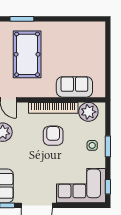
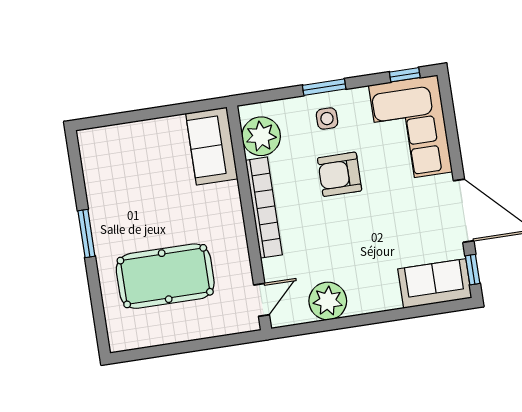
window: (22, 19) -> (86, 233), moved
sofa: (74, 87) -> (212, 146), moved
armchair: (53, 136) -> (340, 174), moved

